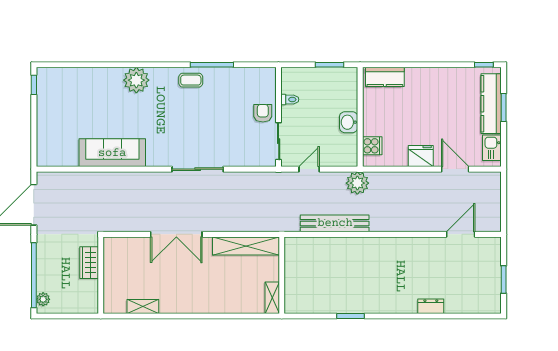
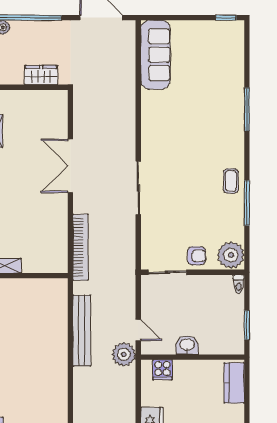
window: (122, 65) -> (247, 109), added
plant: (136, 80) -> (231, 255), moved
toilet: (290, 99) -> (239, 284), moved
sofa: (112, 153) -> (155, 55), moved
door: (309, 169) -> (138, 330), moved
bookcase: (254, 225) -> (80, 247), added
shelving: (246, 246) -> (58, 238), removed

